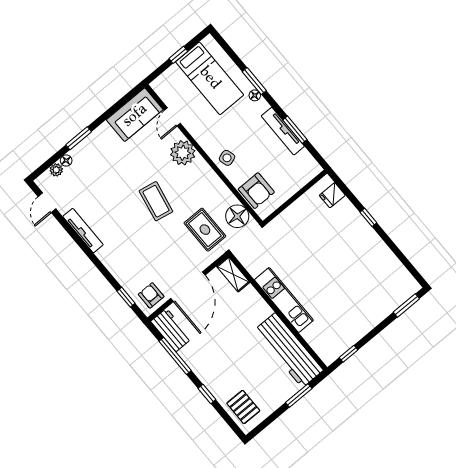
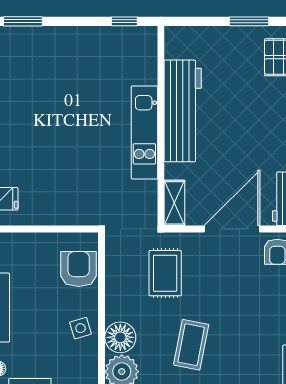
floor lamp: (237, 216) -> (120, 337), moved
workbench: (289, 350) -> (183, 111), moved
window: (299, 395) -> (249, 21), moved

